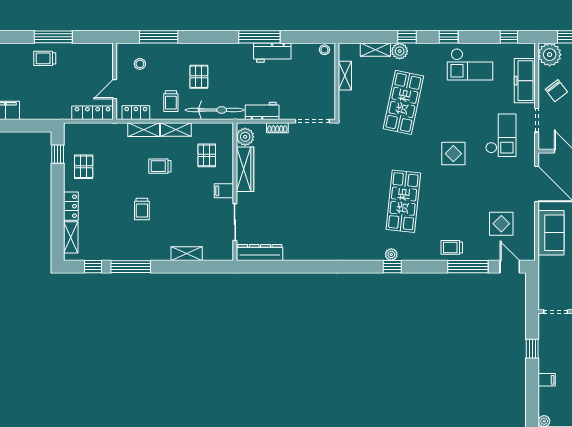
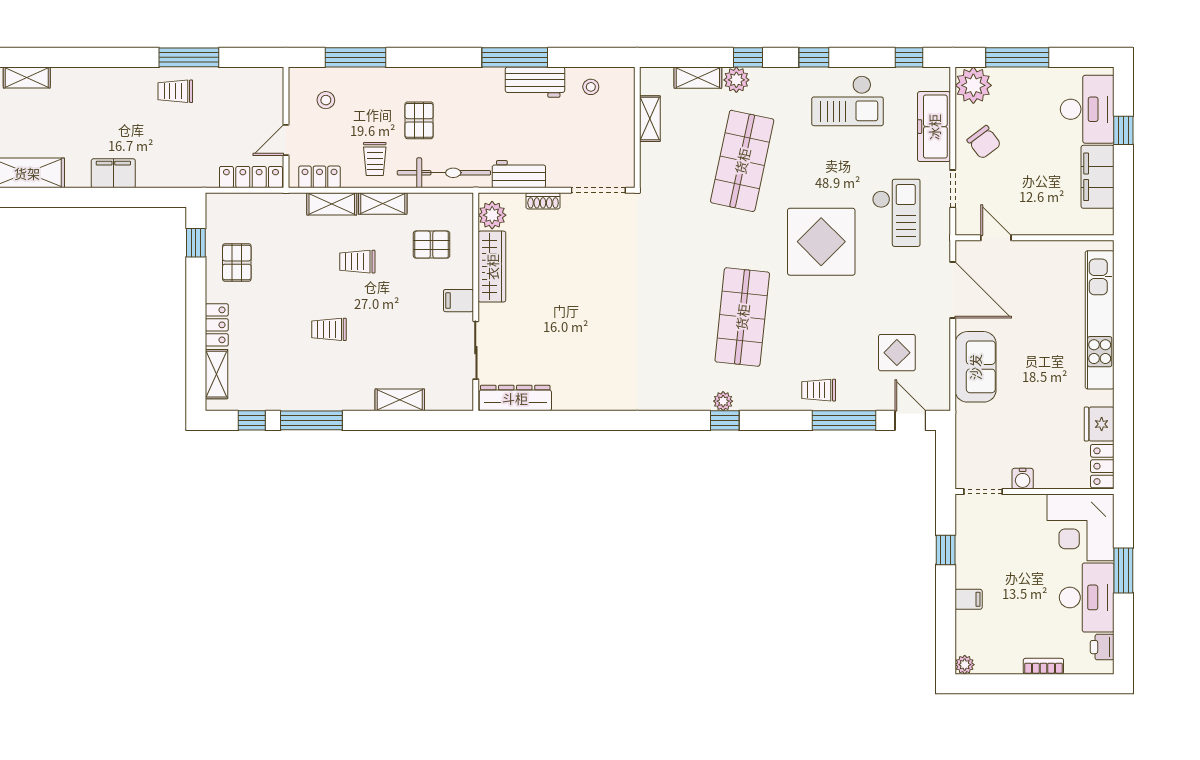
stool: (324, 50) -> (591, 87), moved
display table: (453, 154) -> (821, 242), width x1.86, depth x1.86
pallet: (207, 155) -> (432, 245), turned 90
trolley: (142, 209) -> (329, 329), turned 90

